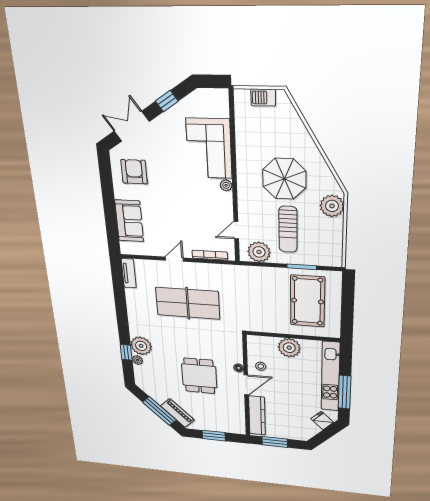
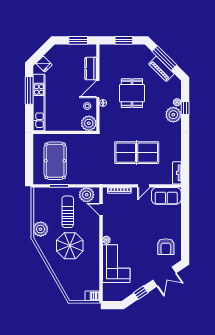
barbecue: (263, 98) -> (92, 296), moved
sofa: (129, 221) -> (166, 196), moved, turned -90
door: (236, 230) -> (101, 209), swing flipped
plant: (289, 348) -> (89, 123), moved
piano: (177, 413) -> (161, 69), moved
kitchen counter: (257, 415) -> (91, 69), width x0.67

